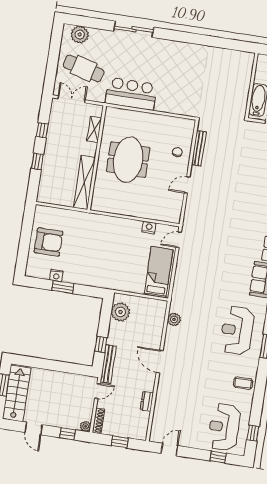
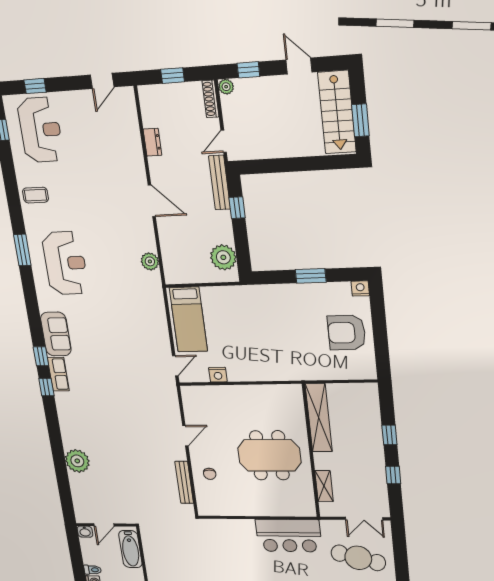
meeting table: (128, 160) -> (269, 455), turned 90
nightstand: (56, 276) -> (360, 288), moved

